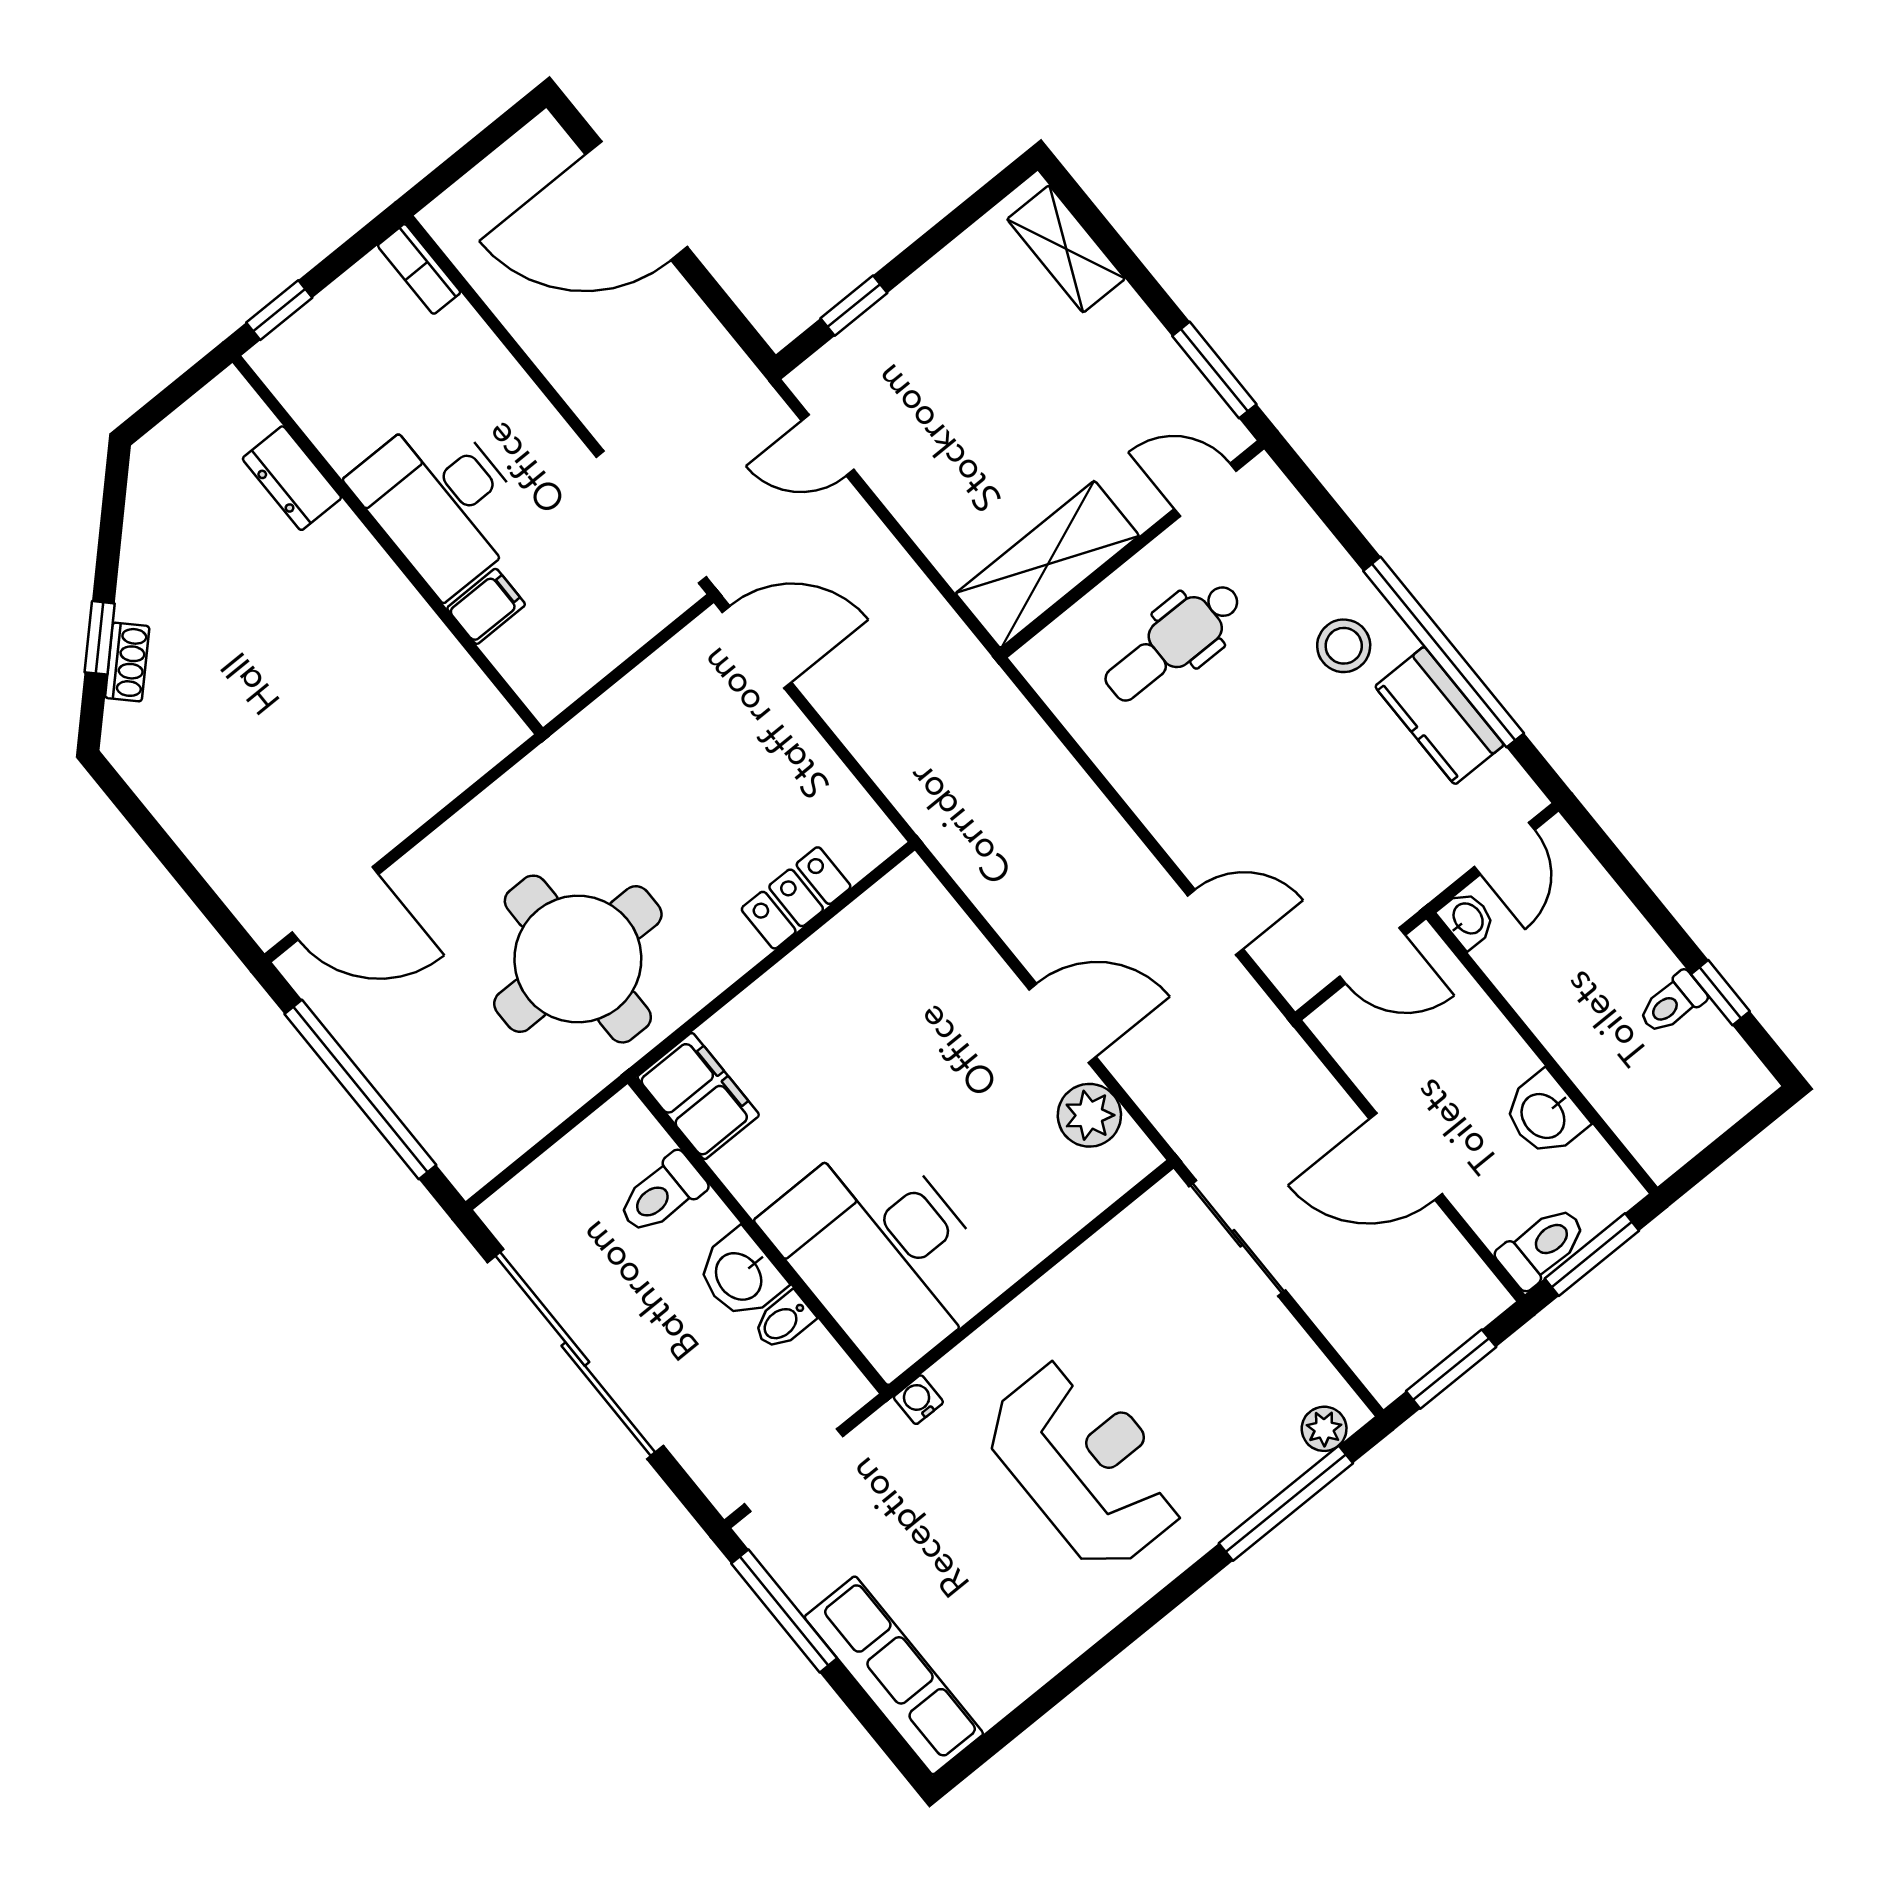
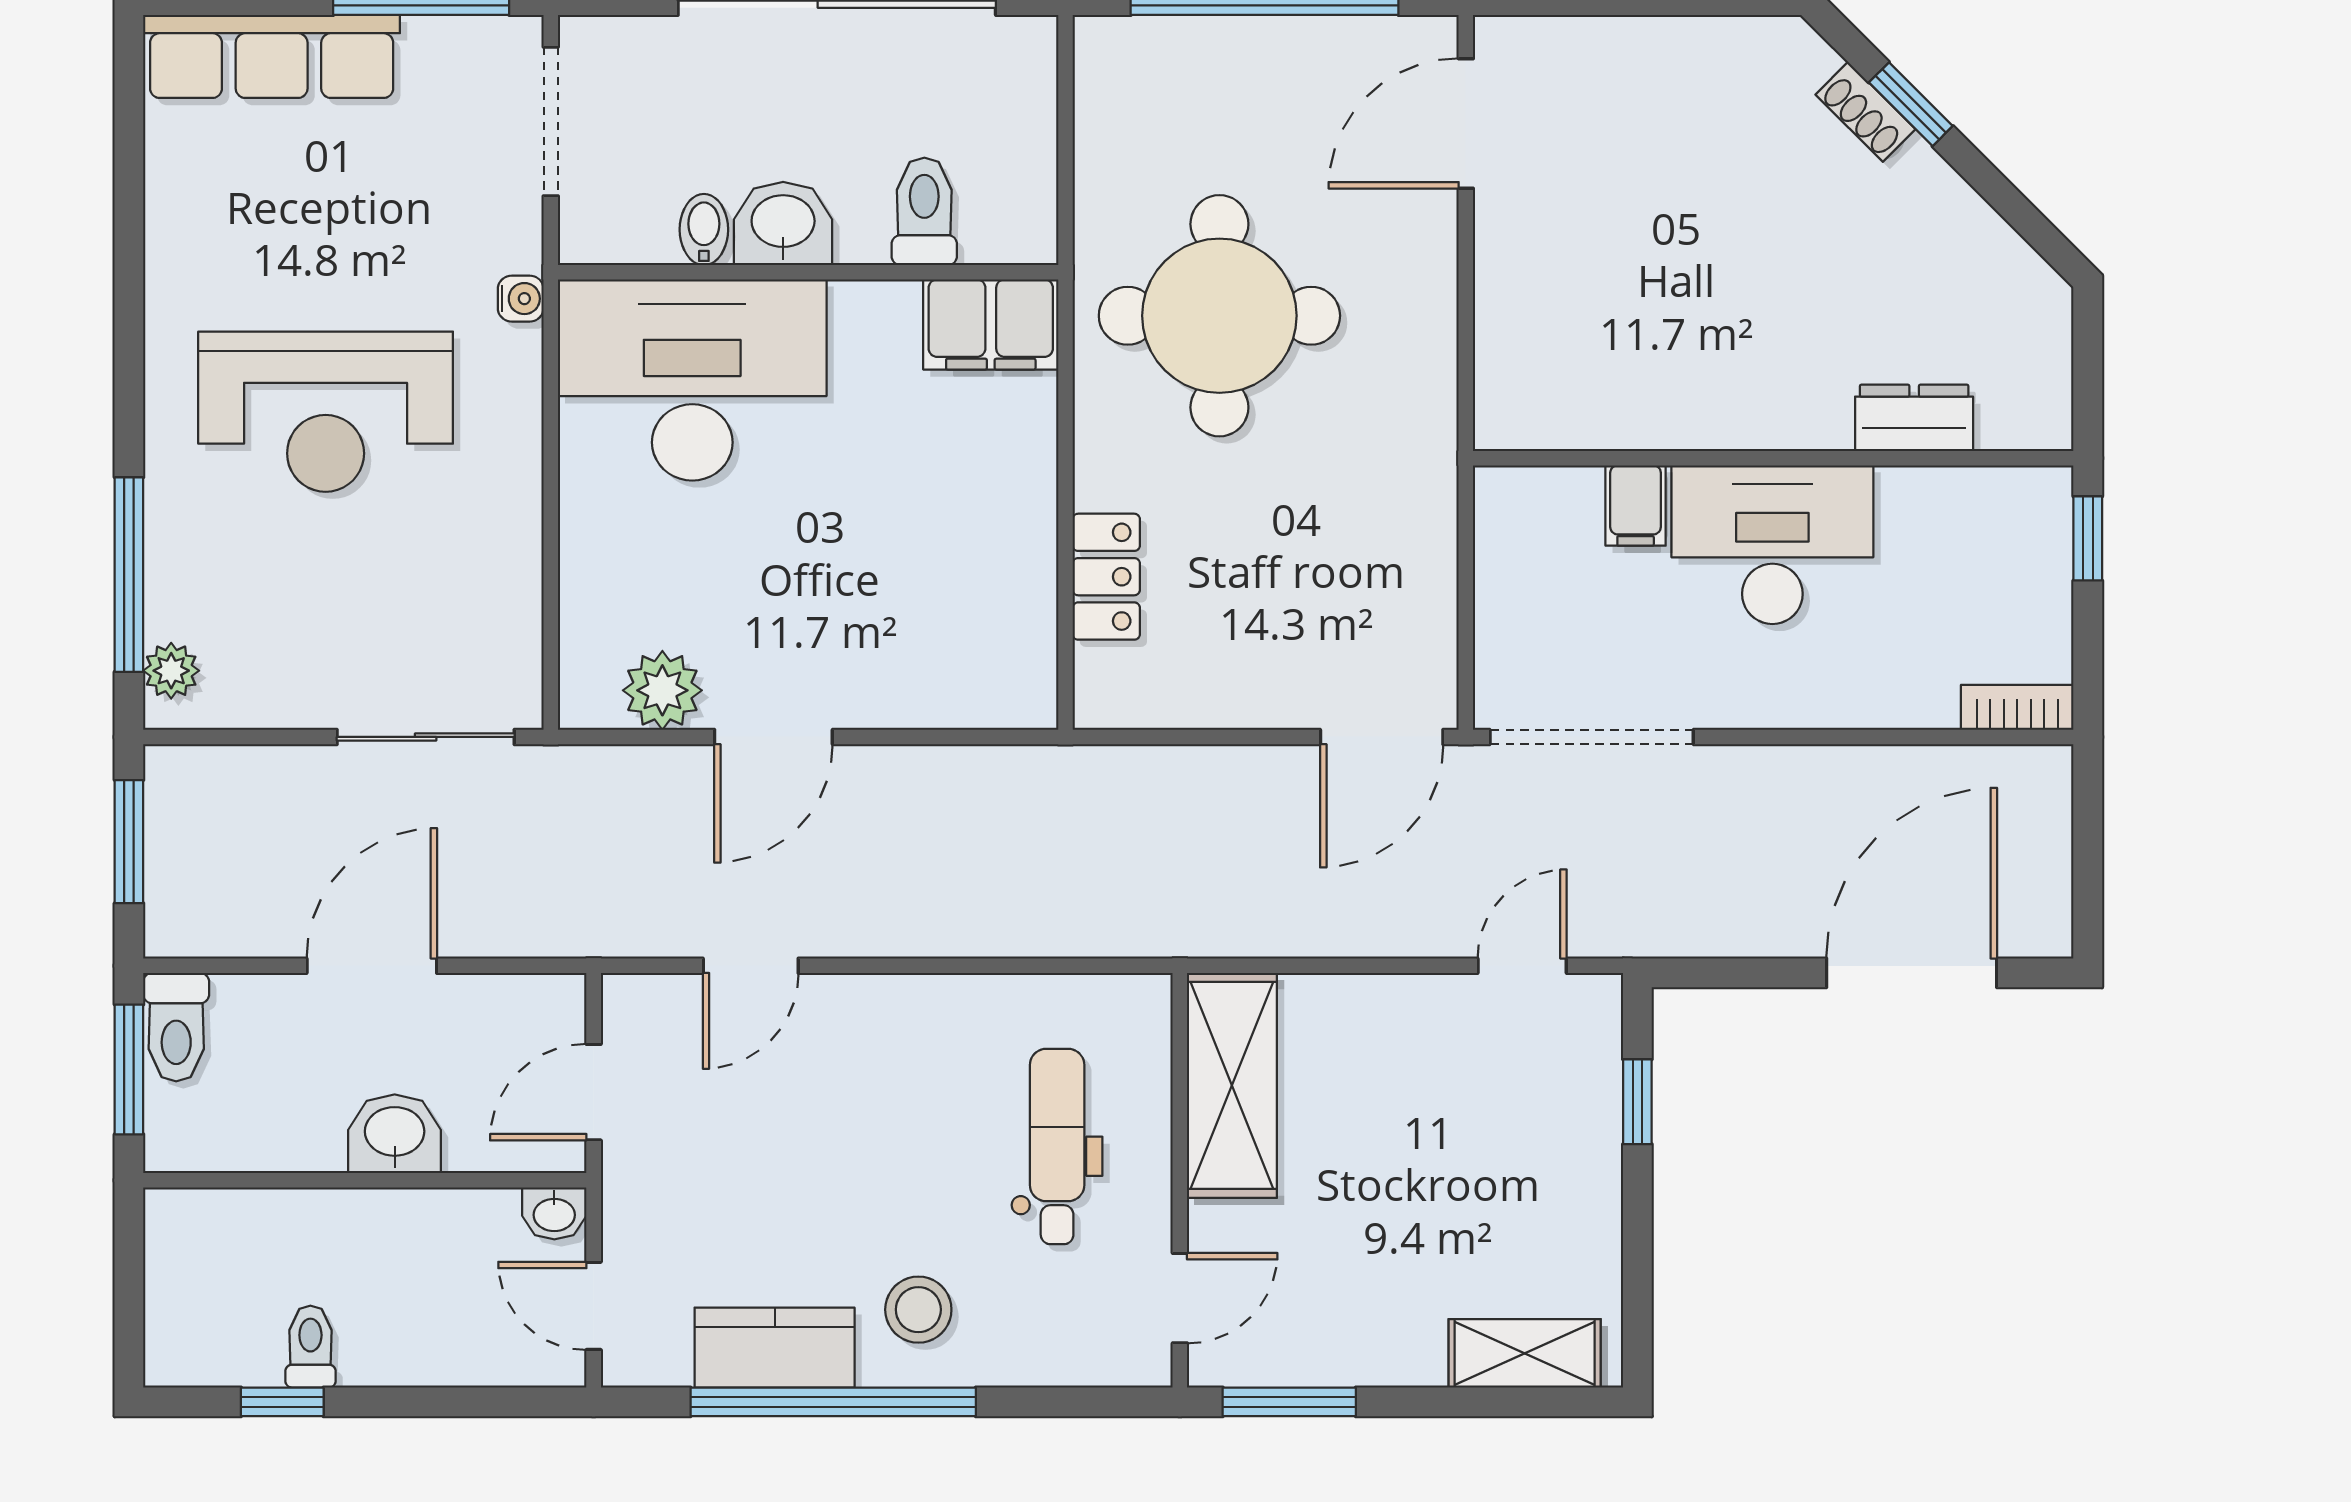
washbasin: (1544, 1115) -> (395, 1134), moved

